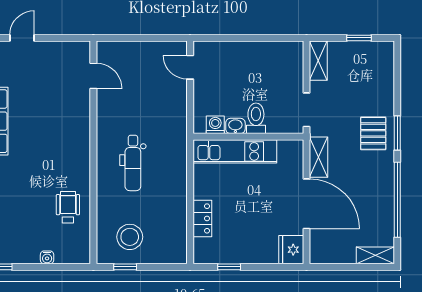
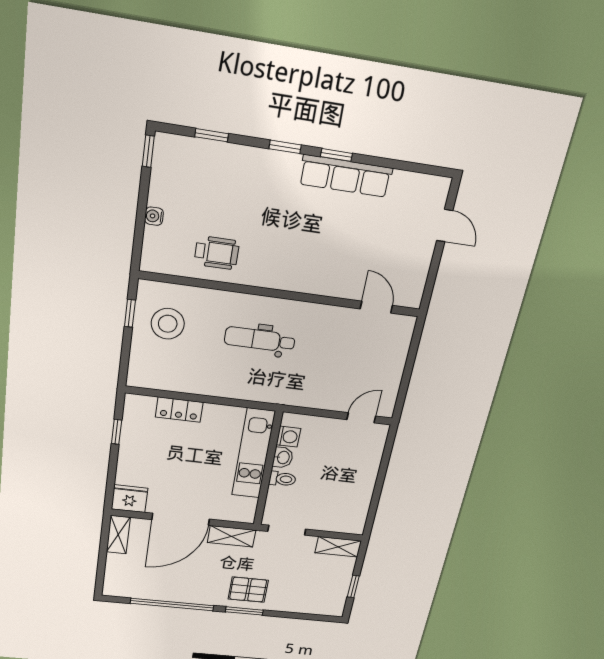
door: (93, 76) -> (376, 307), swing flipped
toilet: (256, 118) -> (282, 479), width x0.73, depth x0.72
shelving: (375, 255) -> (118, 535), moved

